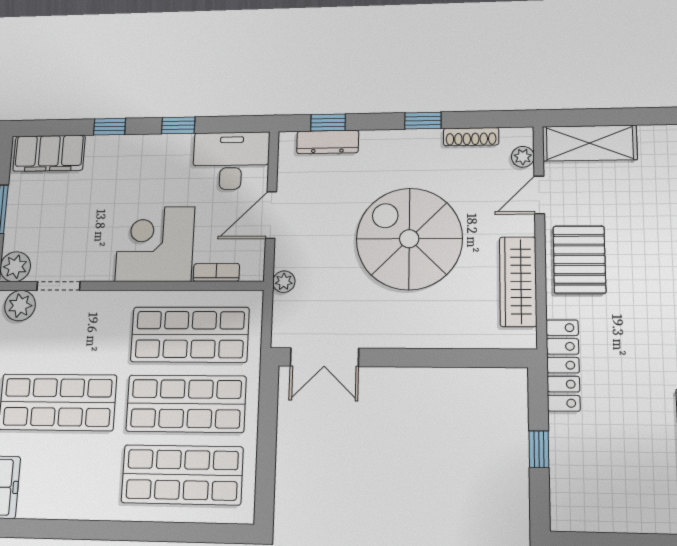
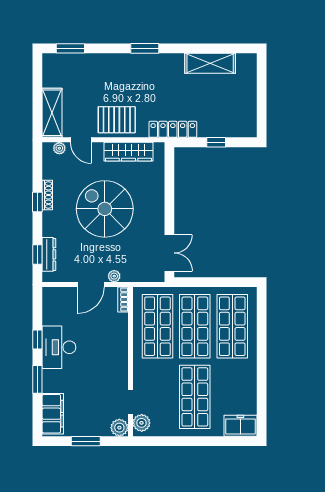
window: (110, 127) -> (37, 379), width x1.50
shoe rack: (471, 137) -> (47, 195), moved
desk: (231, 161) -> (59, 347), moved
door: (271, 215) -> (91, 285), hinge flipped
spiral stairs: (409, 239) -> (105, 209), turned 90
corner desk: (155, 244) -> (107, 349), removed
bookcase: (216, 272) -> (123, 300), moved
plant: (284, 282) -> (114, 276), moved

